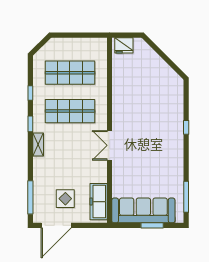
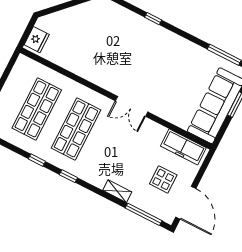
shelving: (38, 144) -> (117, 191), moved

